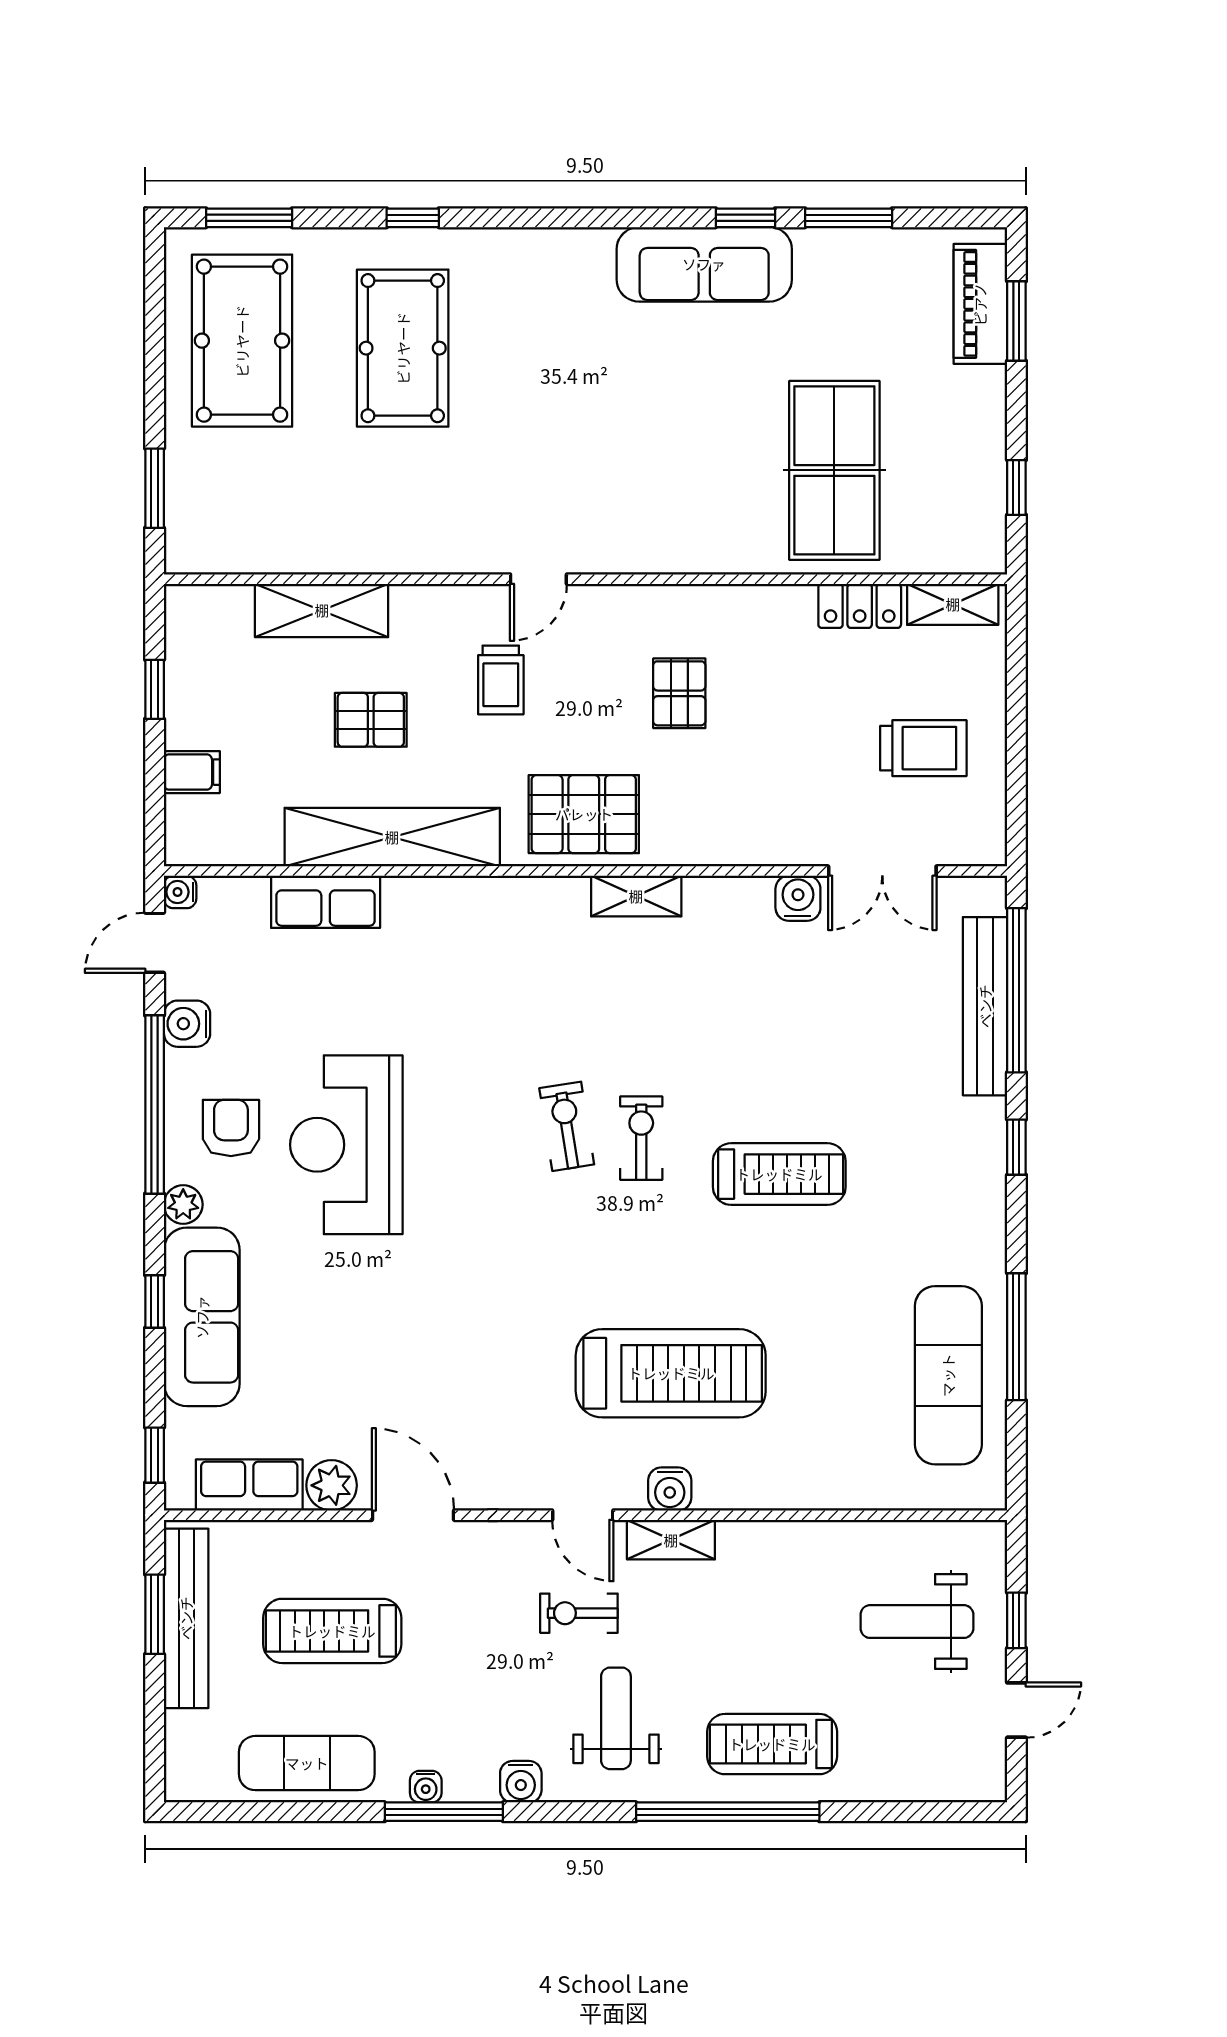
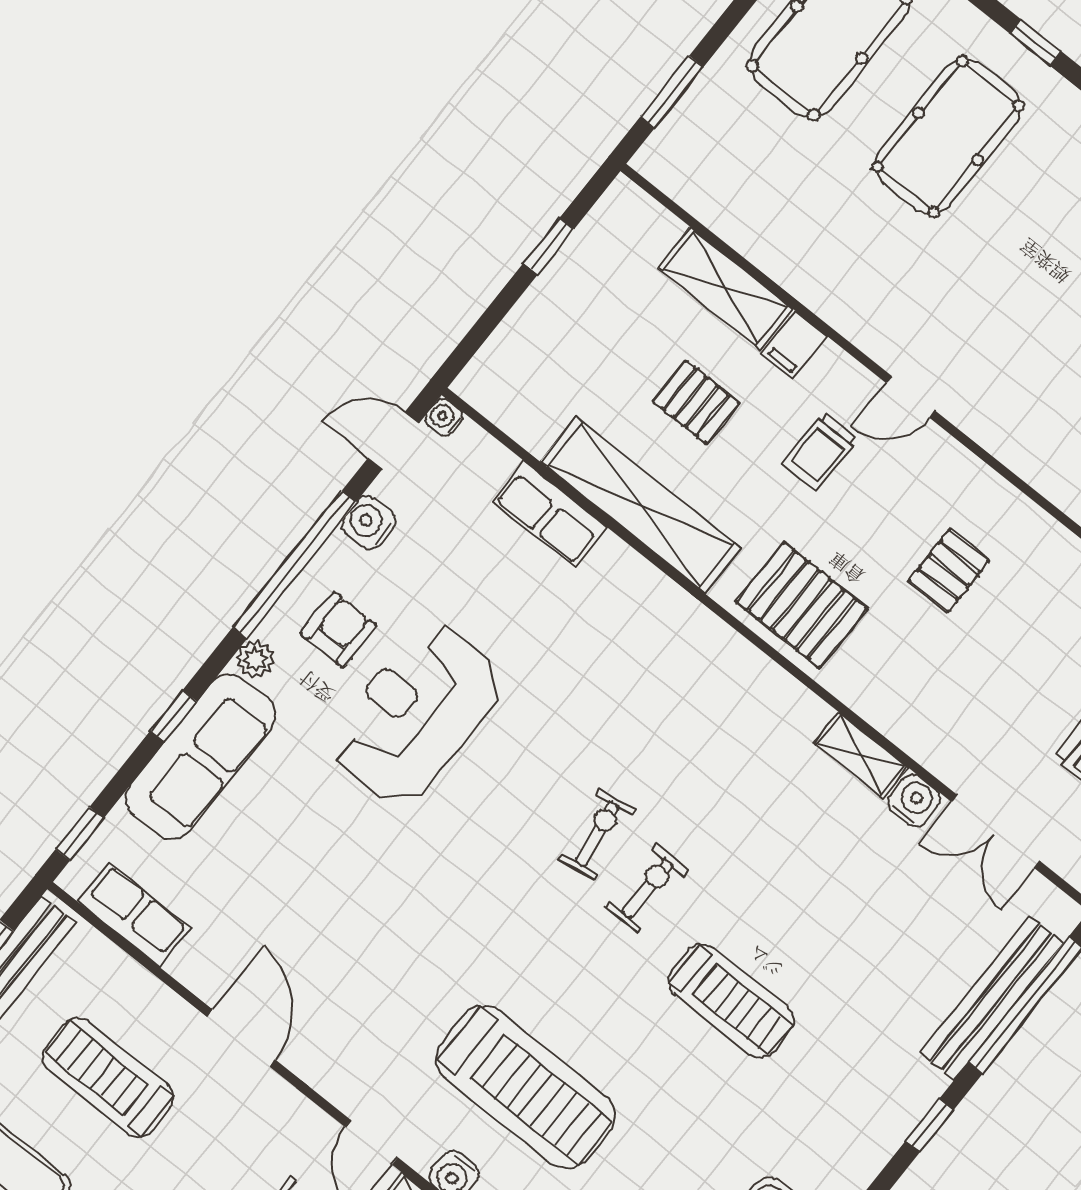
filing cabinet: (192, 772) -> (794, 345), moved, turned 90
shelving: (636, 896) -> (861, 755), moved
plant: (332, 1485) -> (197, 965), removed

